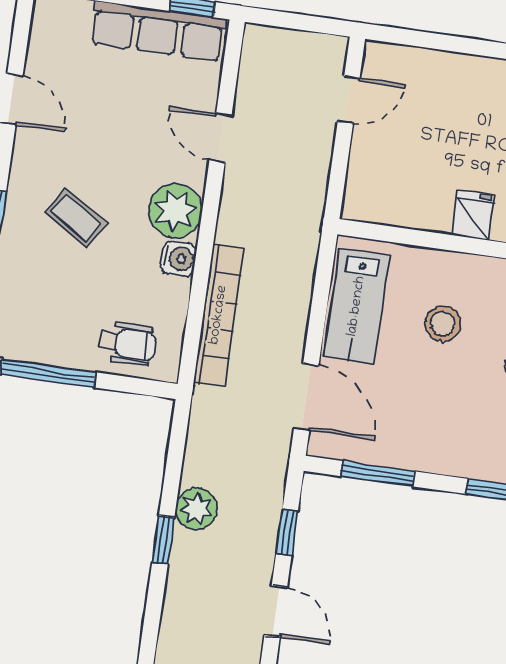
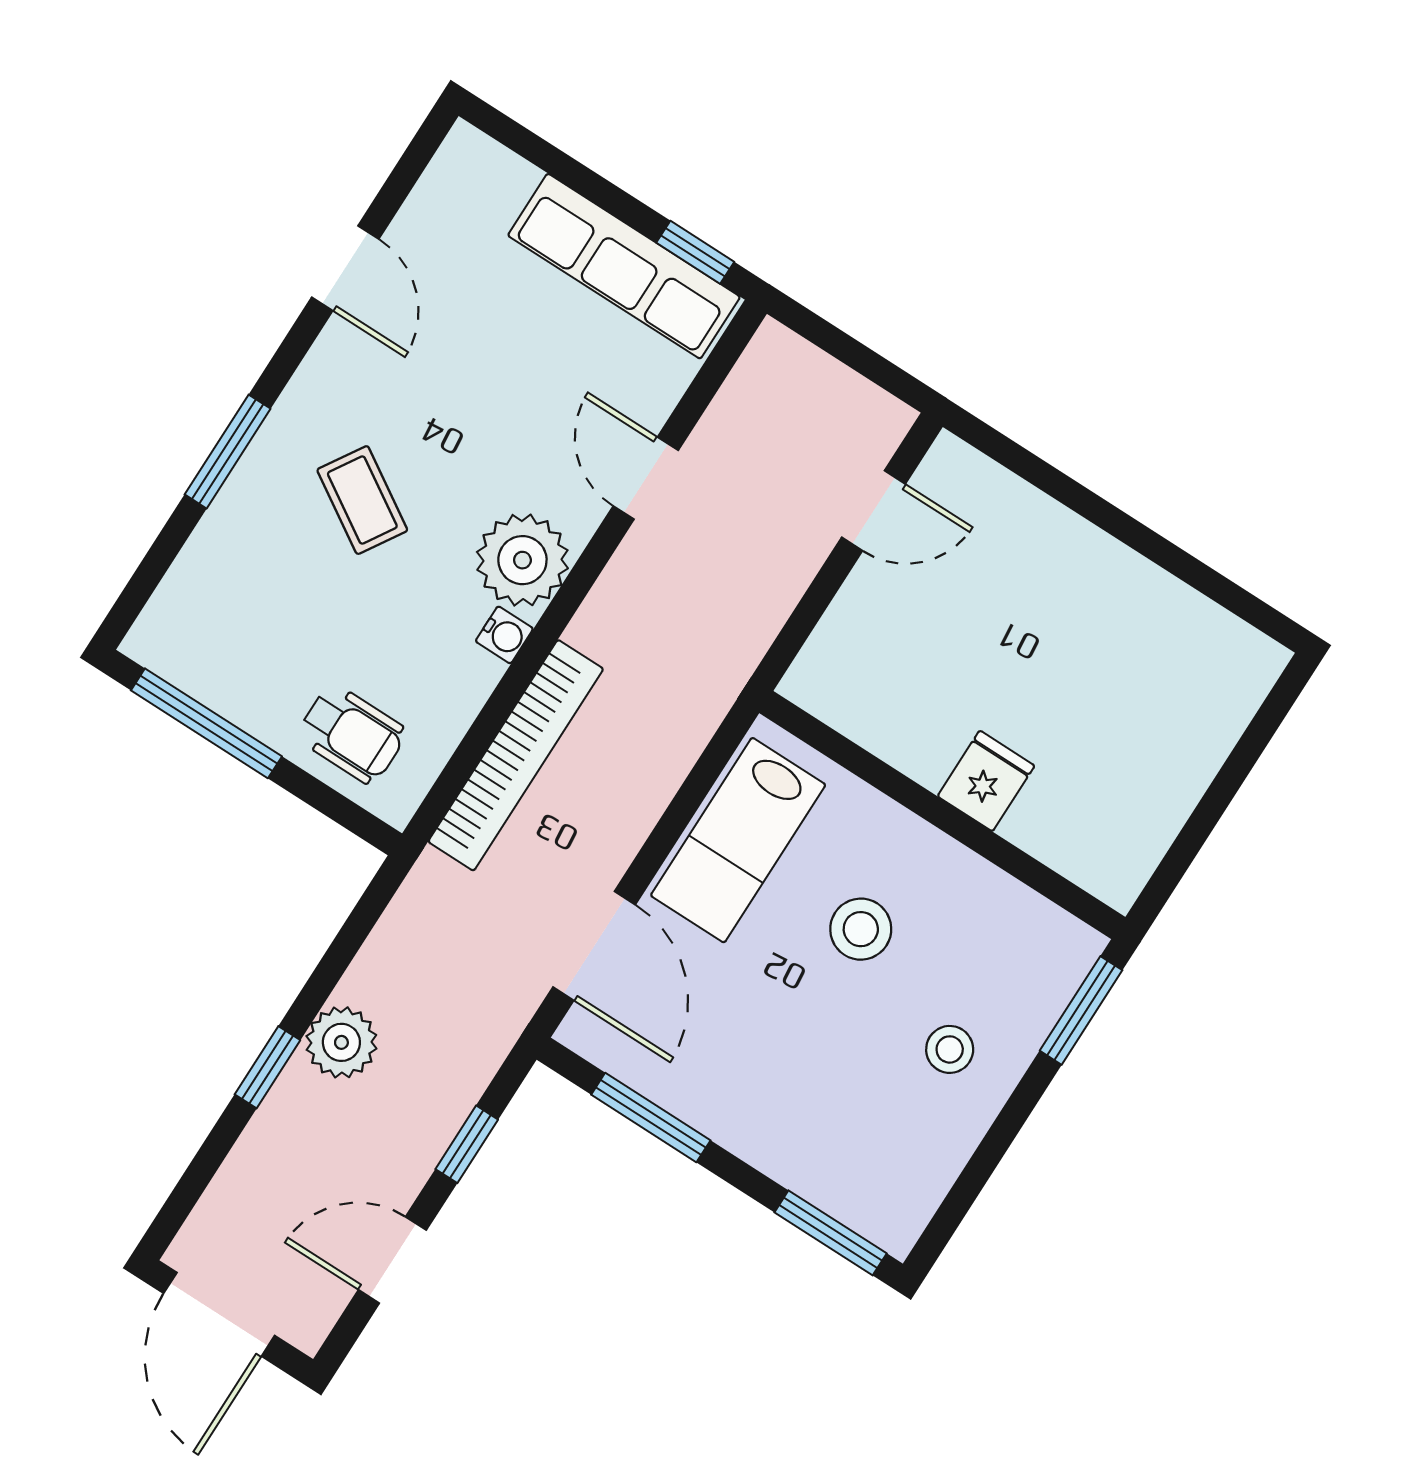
water cooler: (179, 259) -> (504, 635), width x0.72, depth x0.72
door: (276, 611) -> (392, 1260), swing flipped

